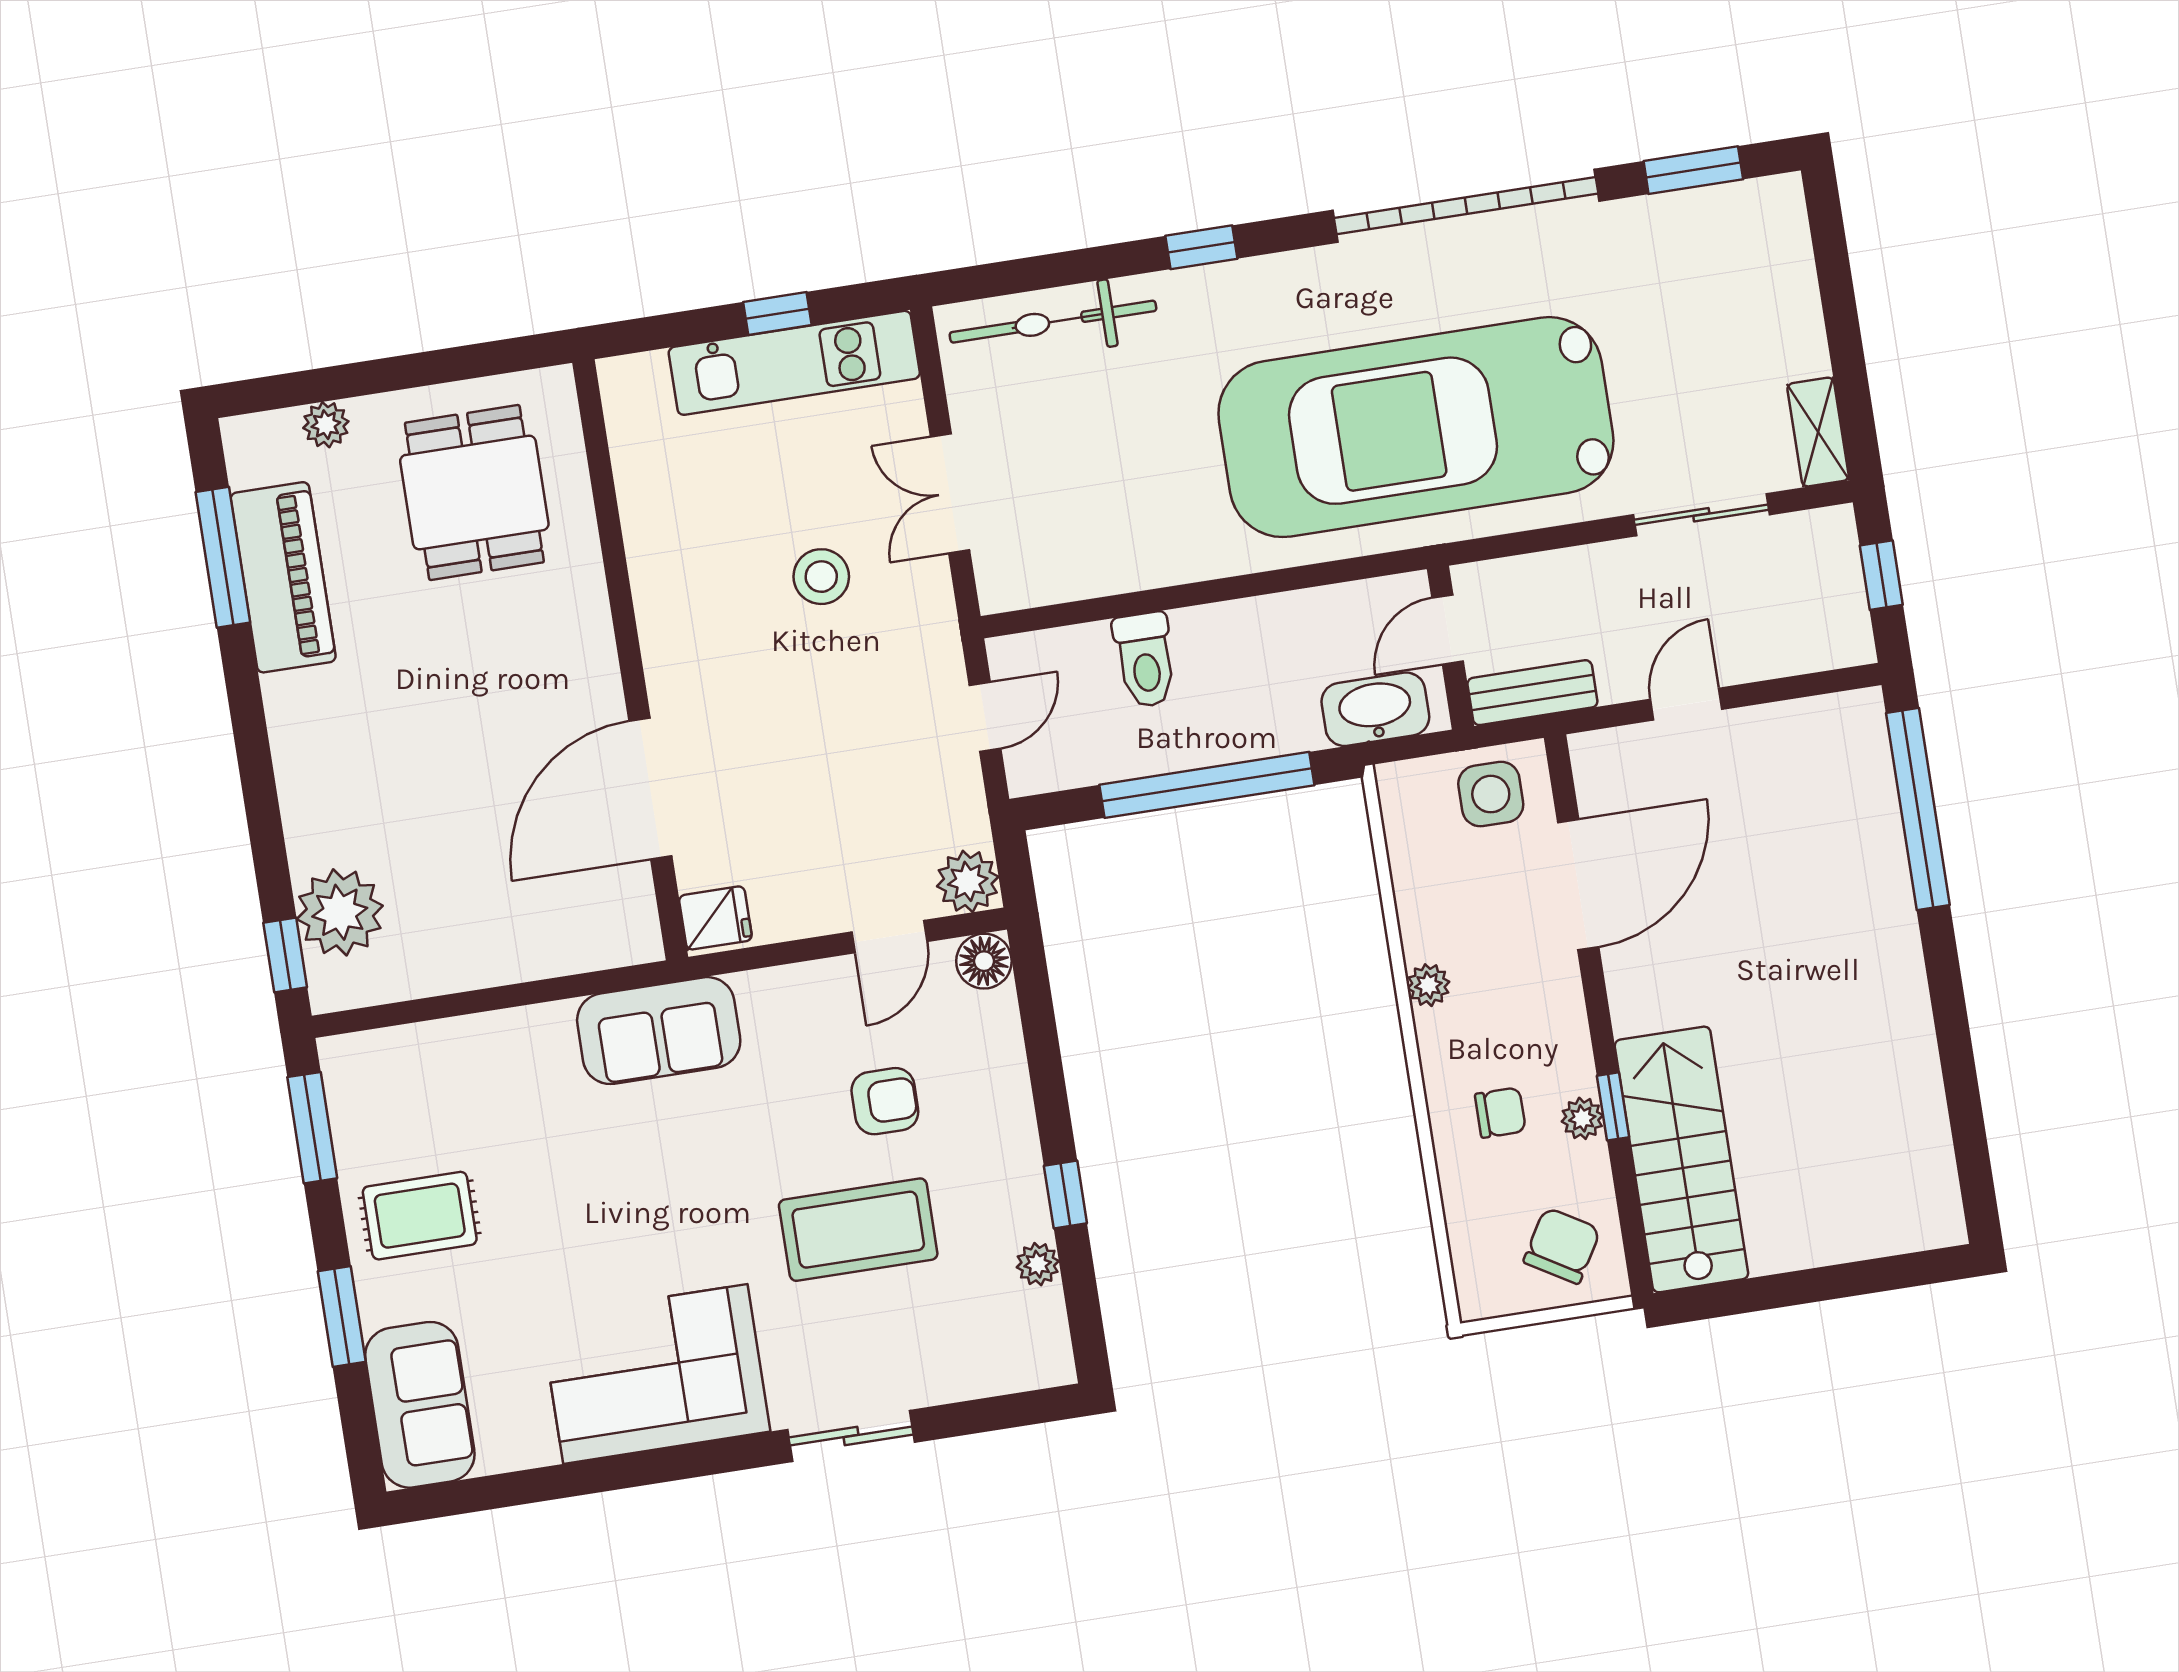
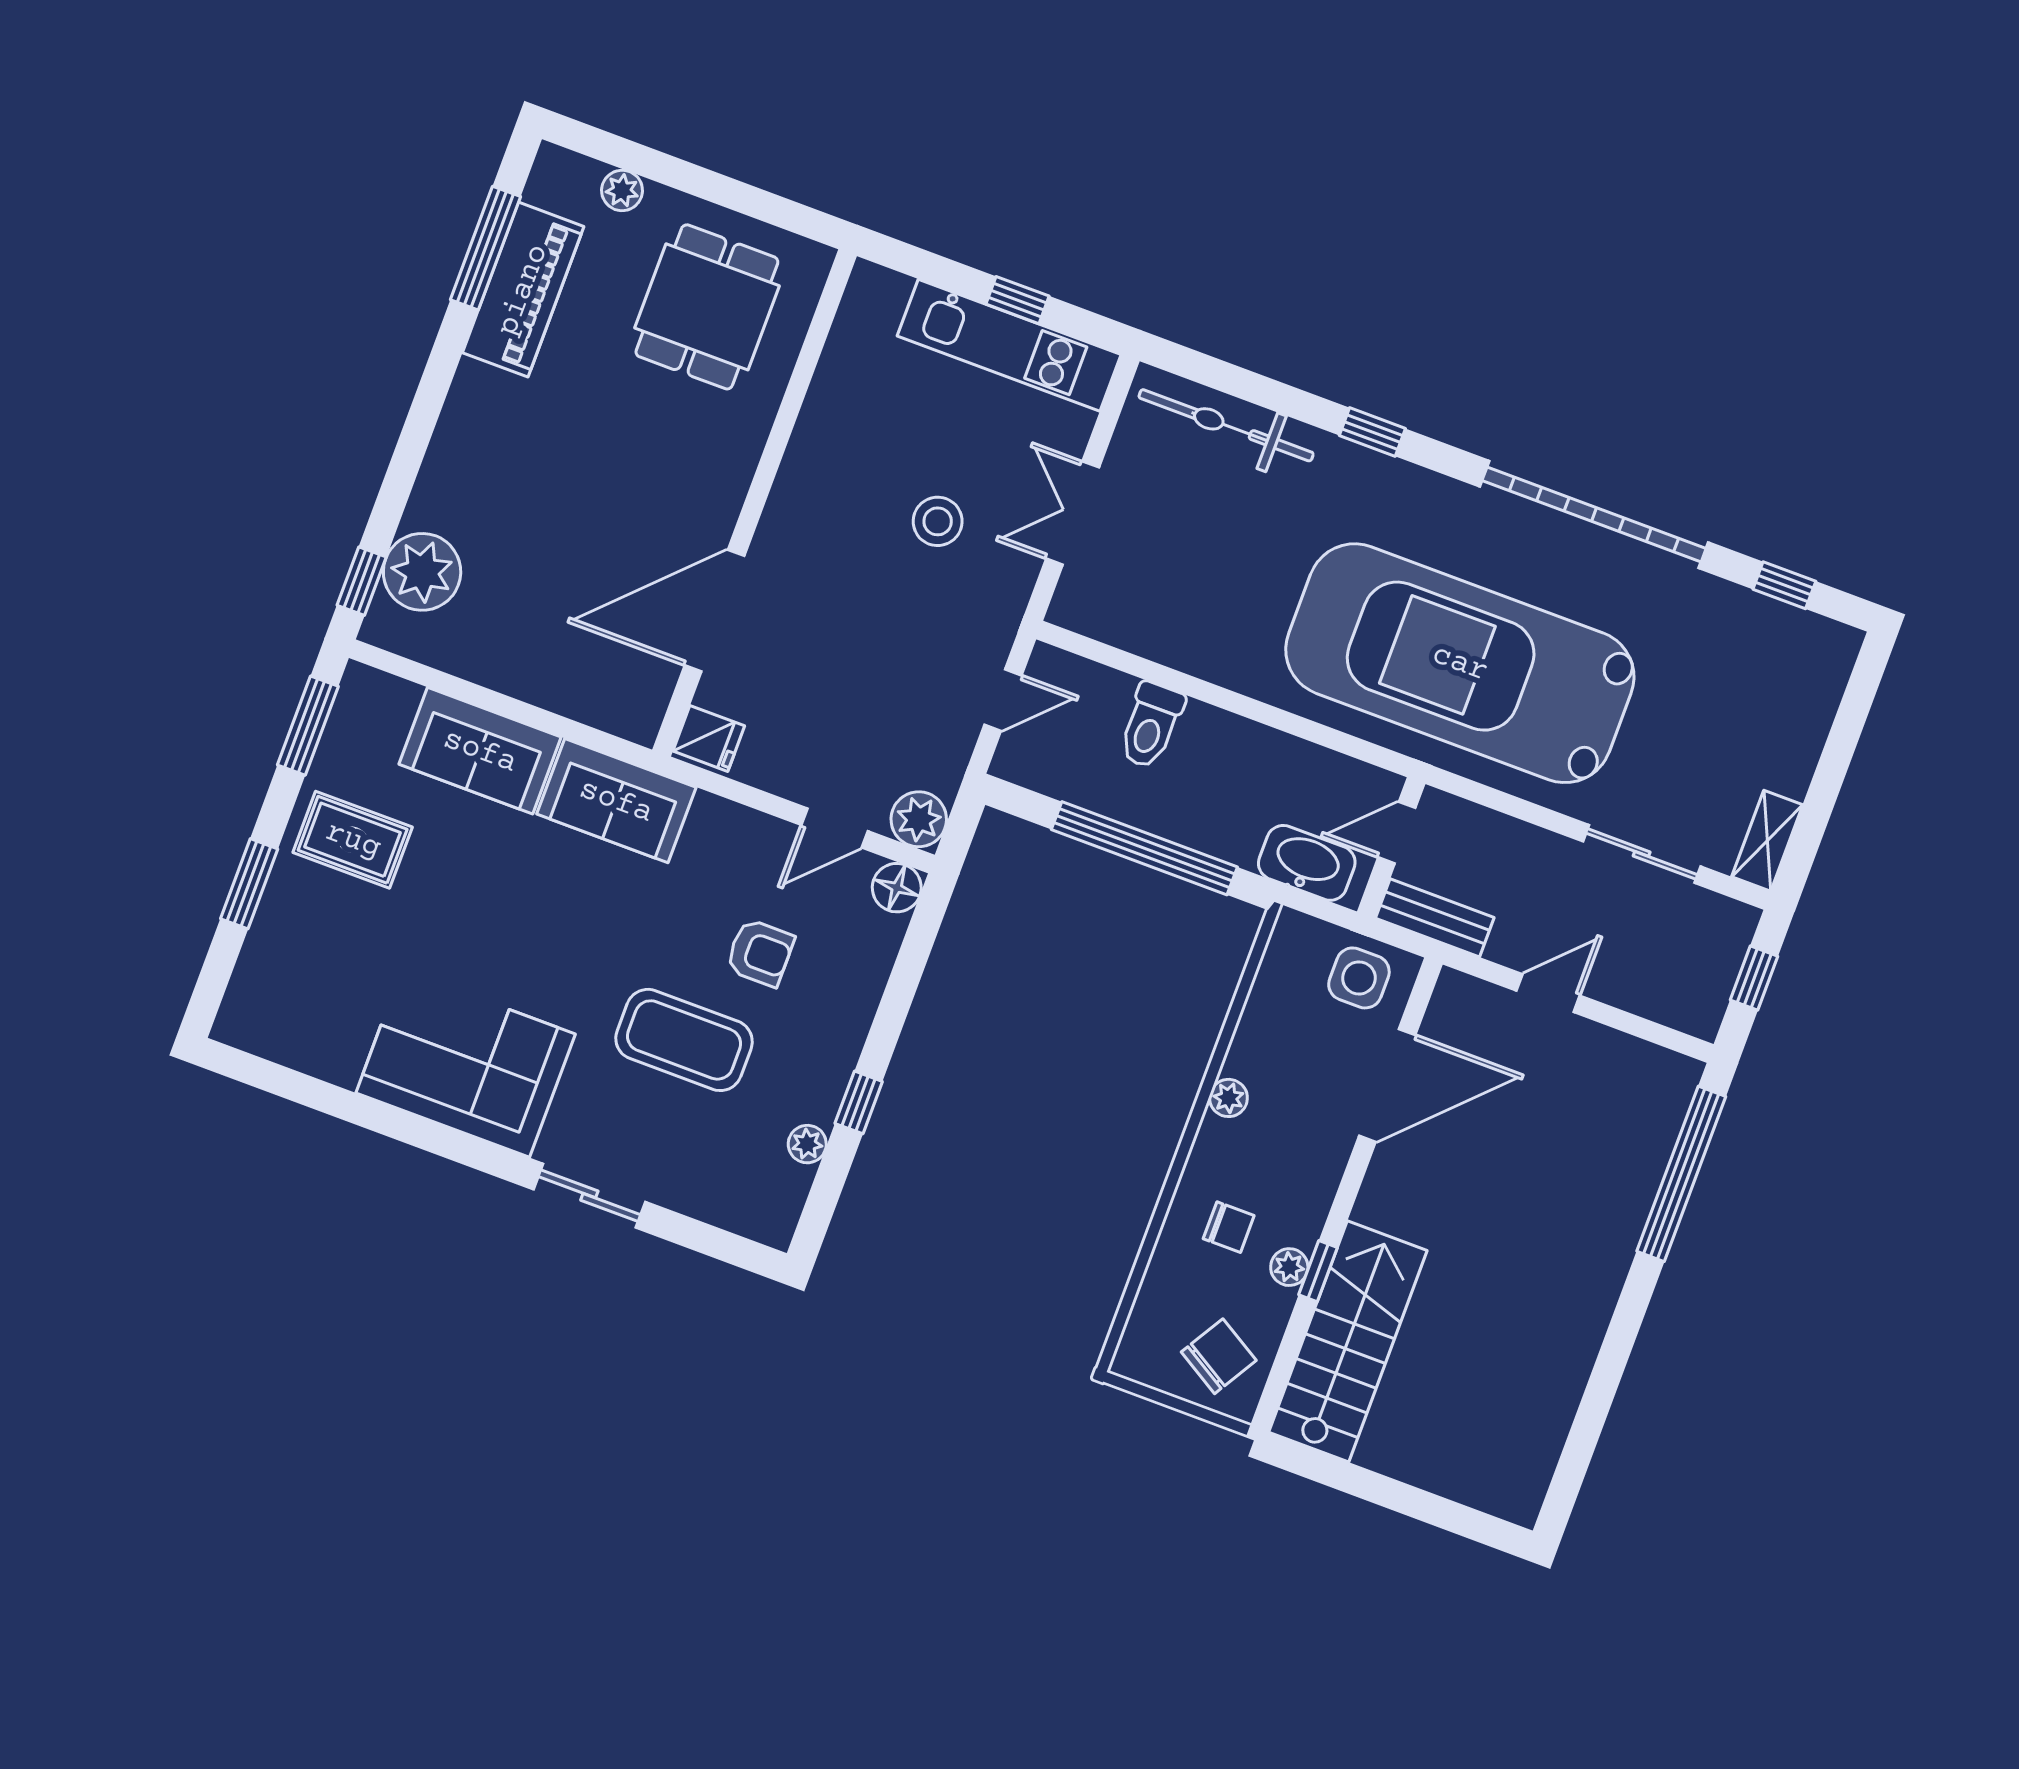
window: (1693, 170) -> (1784, 585), width x0.67
sofa: (420, 1405) -> (480, 751), moved, turned 90

